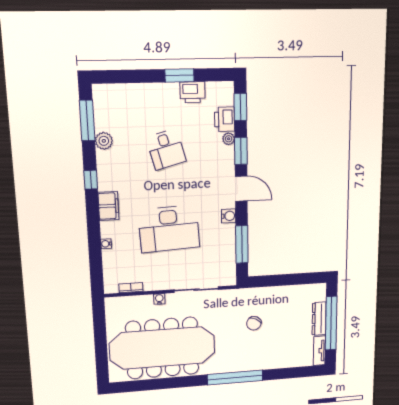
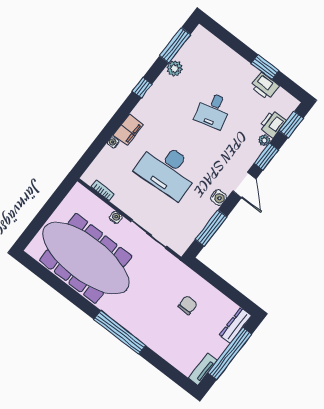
filing cabinet: (108, 206) -> (128, 130), moved
dresser: (319, 319) -> (235, 326), moved
chair: (254, 323) -> (188, 305), moved, turned 153

